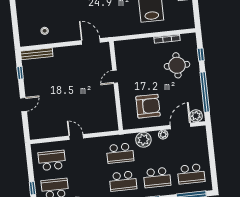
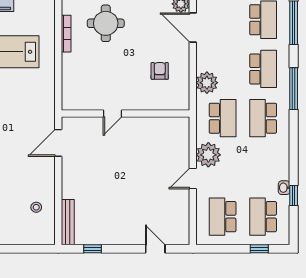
door: (115, 77) -> (113, 114), hinge flipped
door: (23, 105) -> (155, 249), moved
armchair: (148, 106) -> (160, 71), width x0.53, depth x0.53
plant: (163, 135) -> (208, 155), moved, width x1.88, depth x1.88
school desk: (123, 181) -> (263, 118), turned 180

